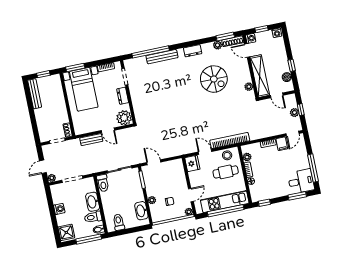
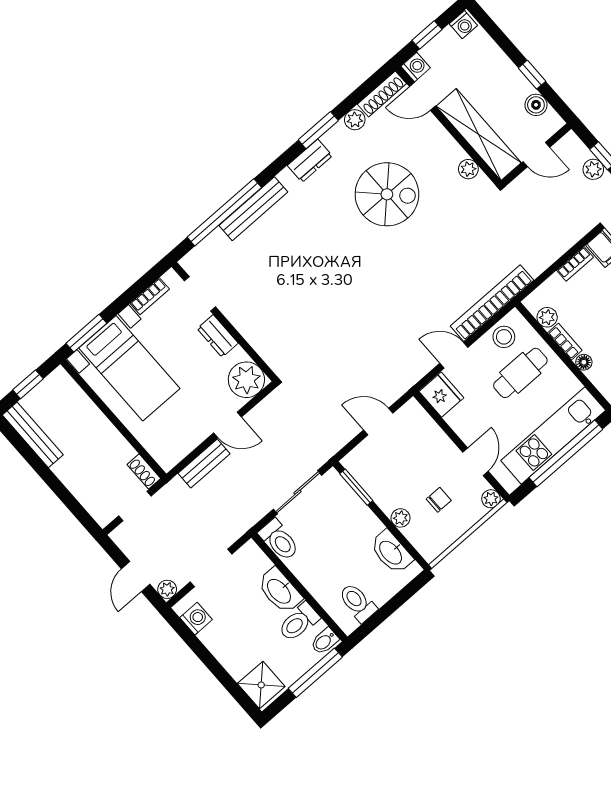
window: (225, 37) -> (318, 130), moved
door: (154, 162) -> (378, 422), moved
washing machine: (59, 209) -> (196, 619), moved

